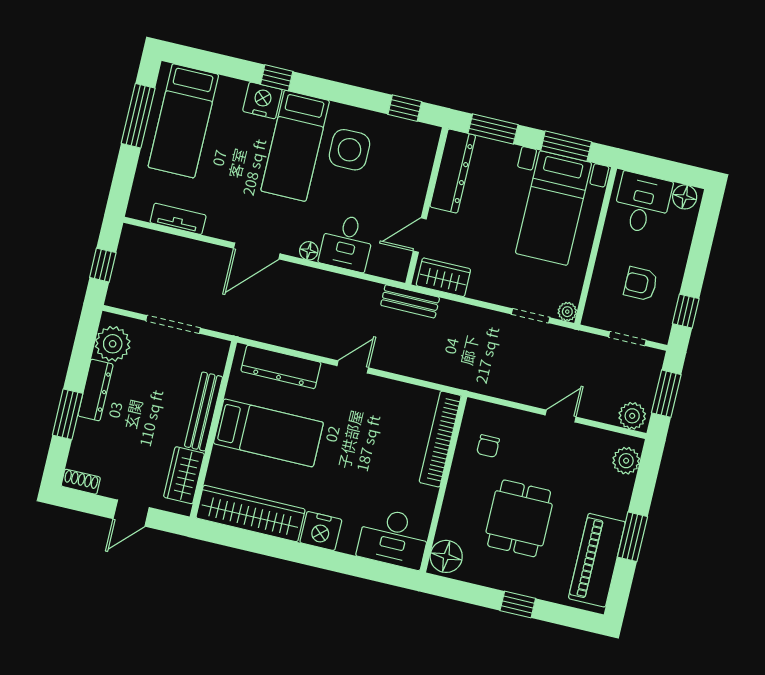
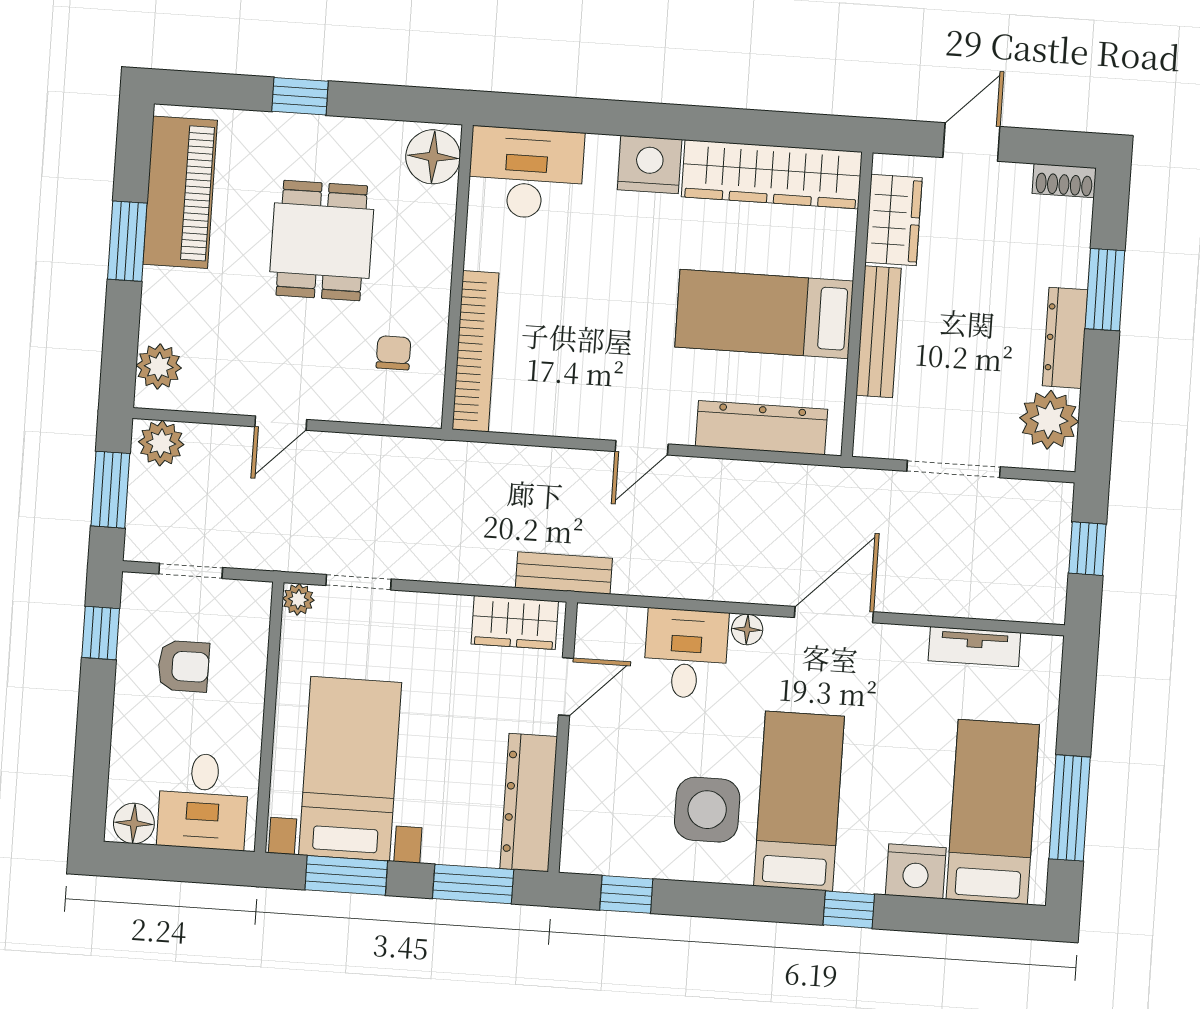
nightstand: (262, 100) -> (916, 871), moved

